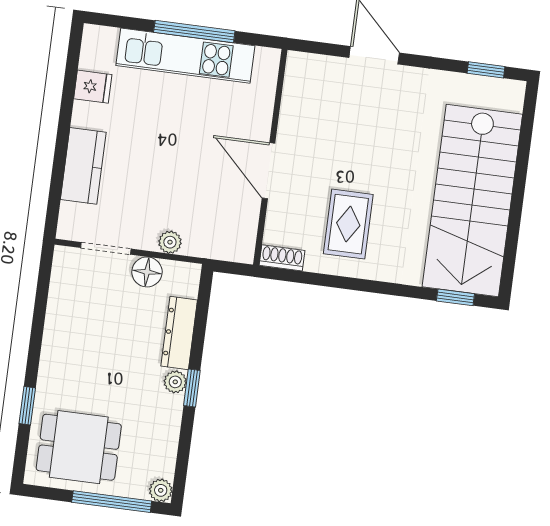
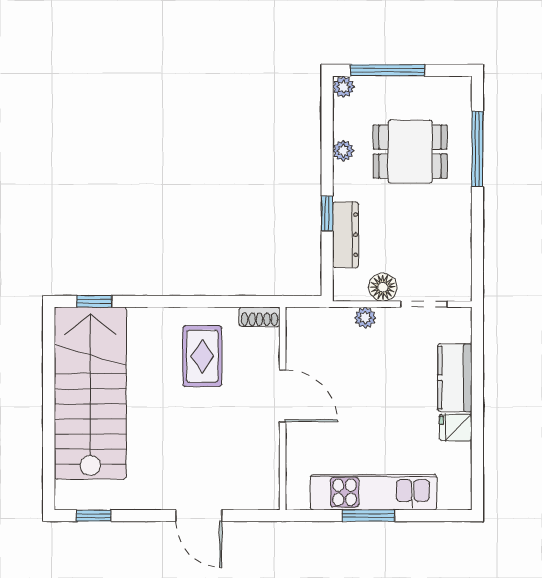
window: (194, 32) -> (368, 516), width x0.69
fridge: (93, 87) -> (456, 427), moved
plant: (175, 382) -> (343, 151), moved
window: (192, 388) -> (327, 213), moved
window: (27, 406) -> (477, 149), width x2.17
dining table: (79, 447) -> (410, 152), moved

